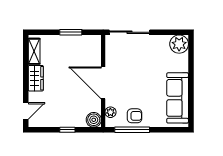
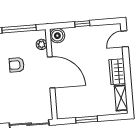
armchair: (135, 116) -> (17, 65), moved

